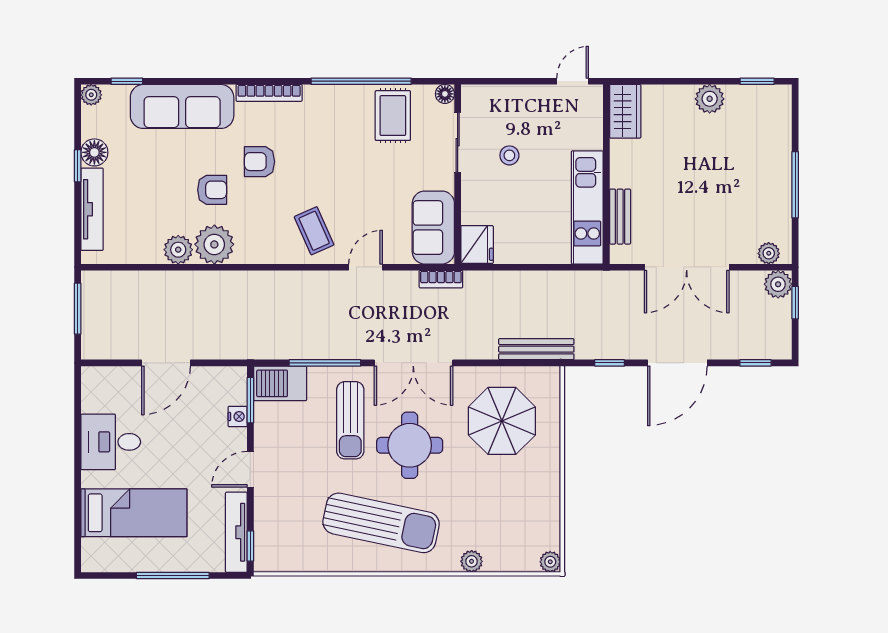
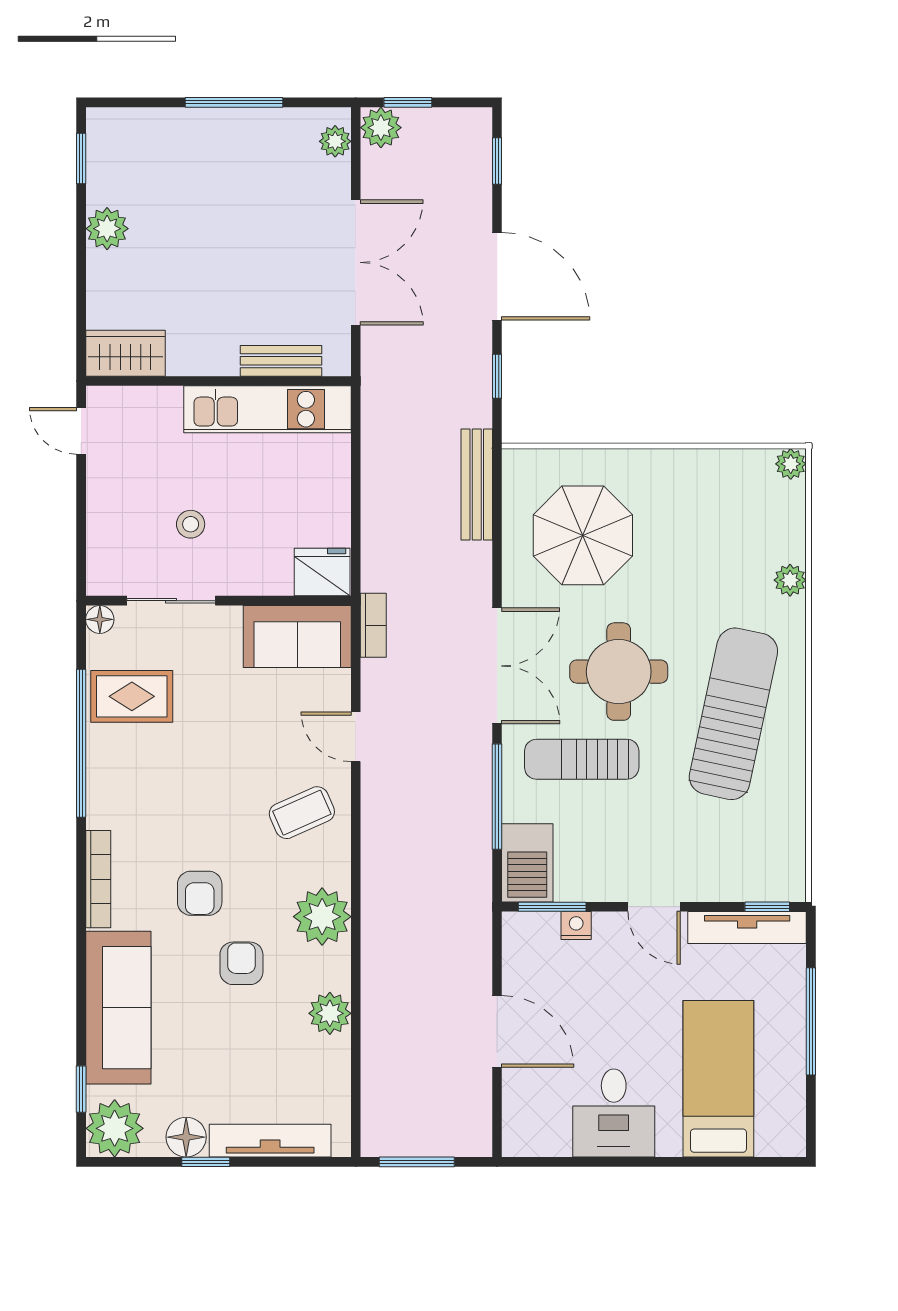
plant: (91, 95) -> (115, 1128), width x1.88, depth x1.88
plant: (214, 244) -> (322, 917), moved
sun lounger: (350, 420) -> (582, 759), turned 180

